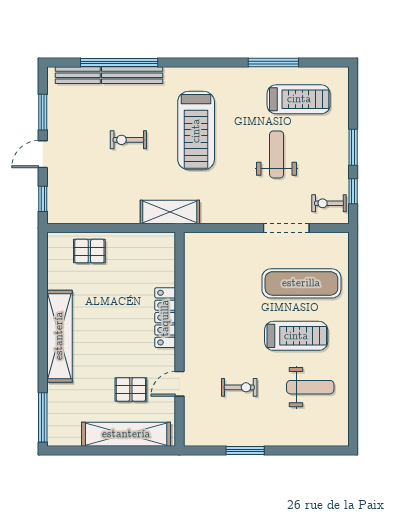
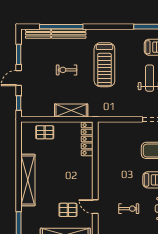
shelving: (170, 212) -> (71, 110), moved
locker: (165, 318) -> (87, 139), moved
door: (180, 384) -> (95, 207), hinge flipped

